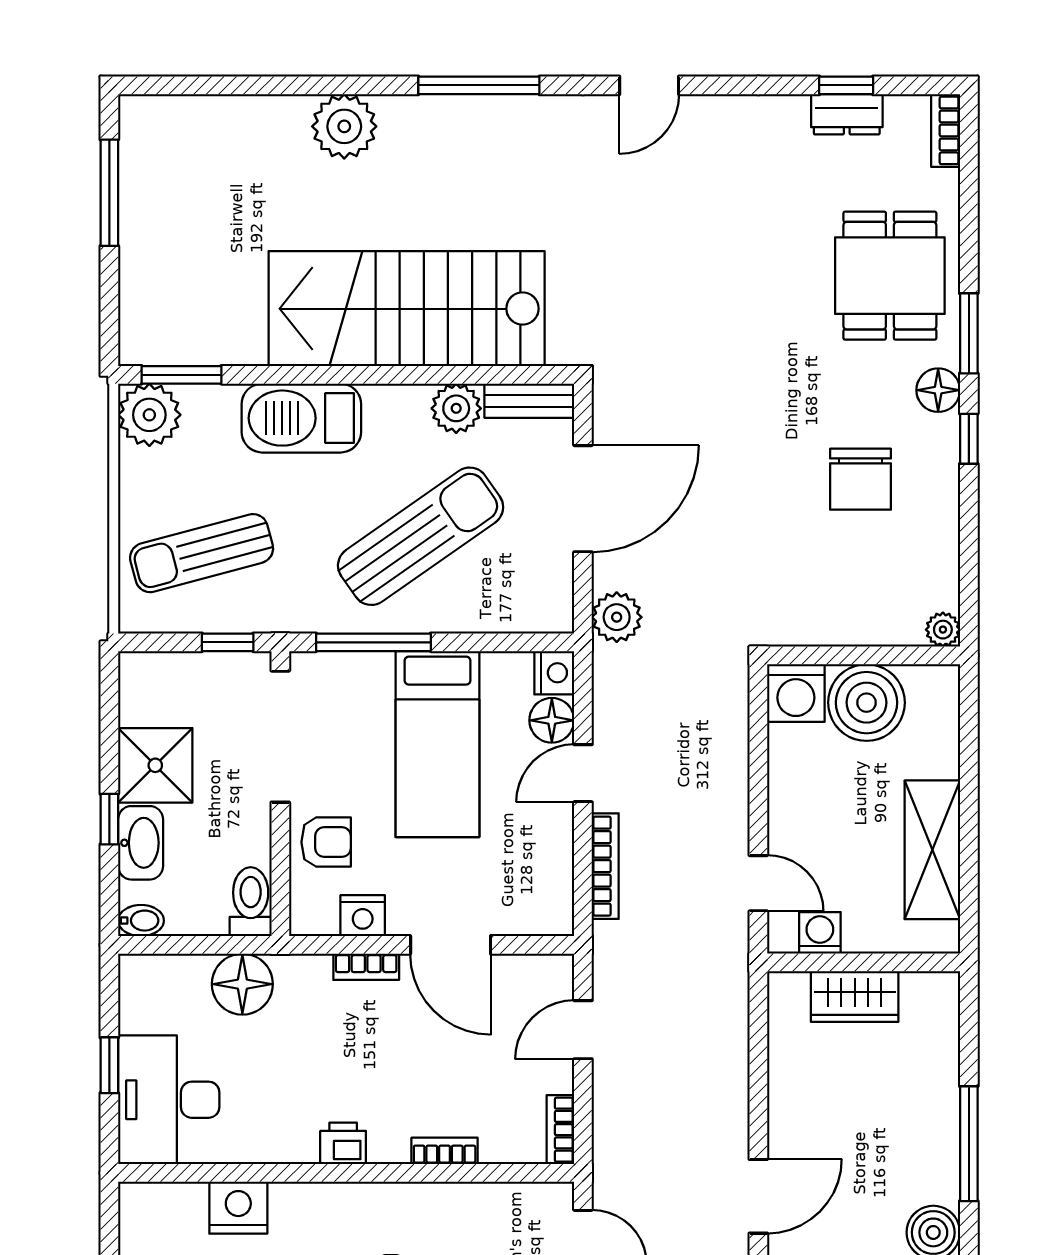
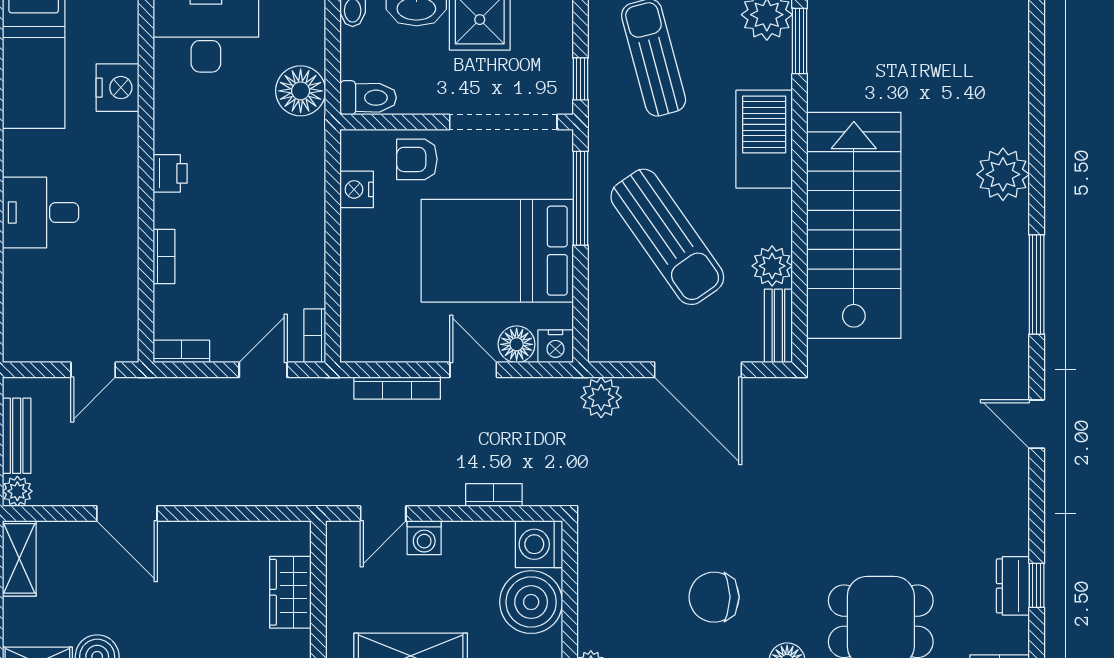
bed: (437, 744) -> (497, 251), width x1.50
bookcase: (736, 748) -> (494, 495), added
armchair: (326, 842) -> (417, 159), turned 90
washing machine: (820, 933) -> (424, 538), moved, turned 90
door: (451, 945) -> (333, 261), removed
bookcase: (366, 967) -> (315, 336), moved
door: (583, 1030) -> (263, 370), hinge flipped

